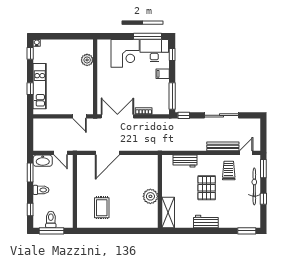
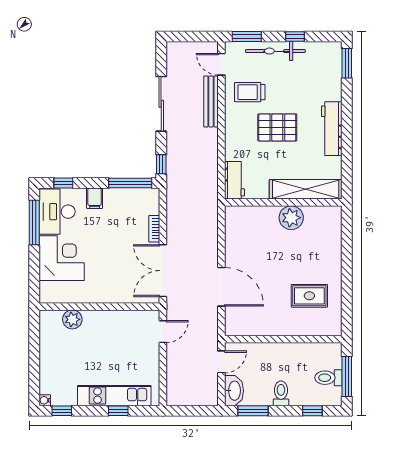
workbench: (185, 161) -> (235, 180), moved
shelving: (168, 213) -> (306, 189), width x1.47
workbench: (206, 222) -> (332, 129), width x1.37

